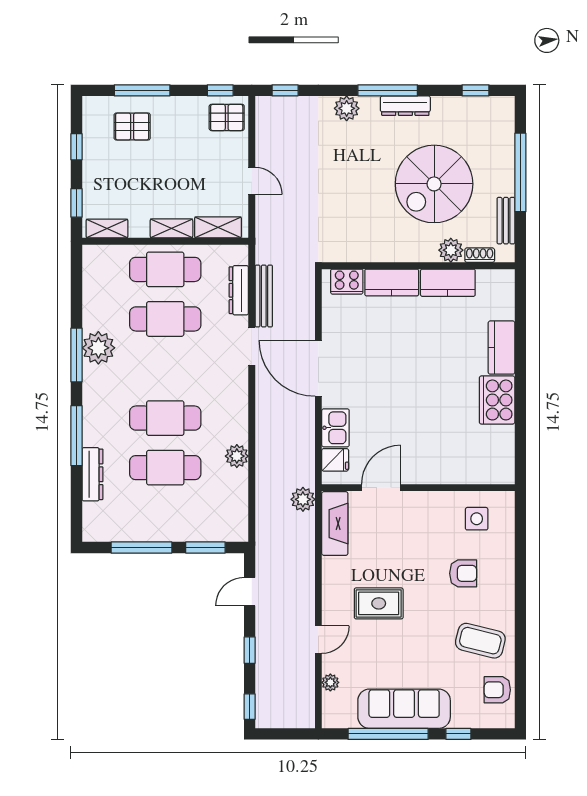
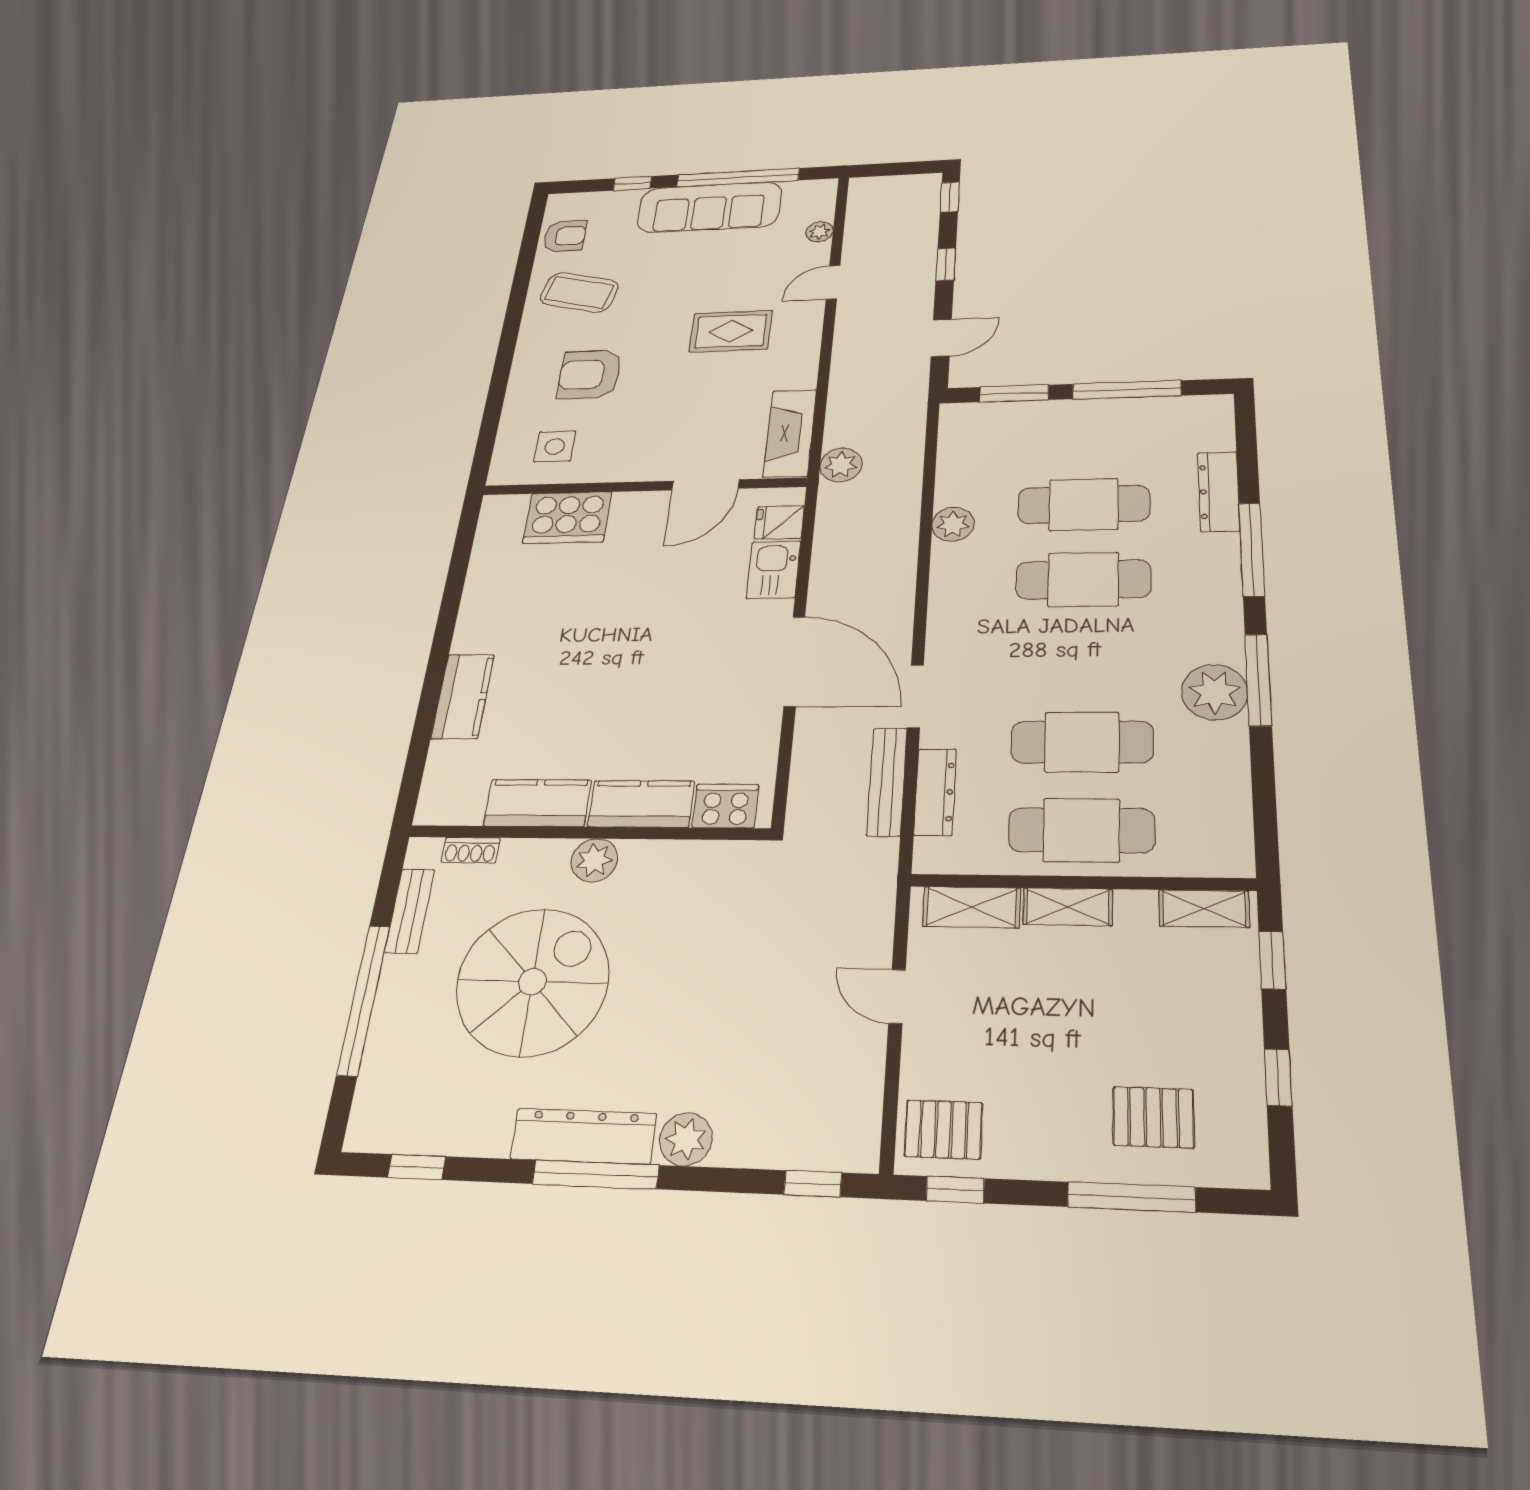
dresser: (405, 106) -> (583, 1136), width x1.37, depth x1.24
plant: (451, 250) -> (594, 860), moved
cooker: (497, 400) -> (567, 518), moved, turned 90
armchair: (463, 573) -> (590, 374), width x1.38, depth x1.38

